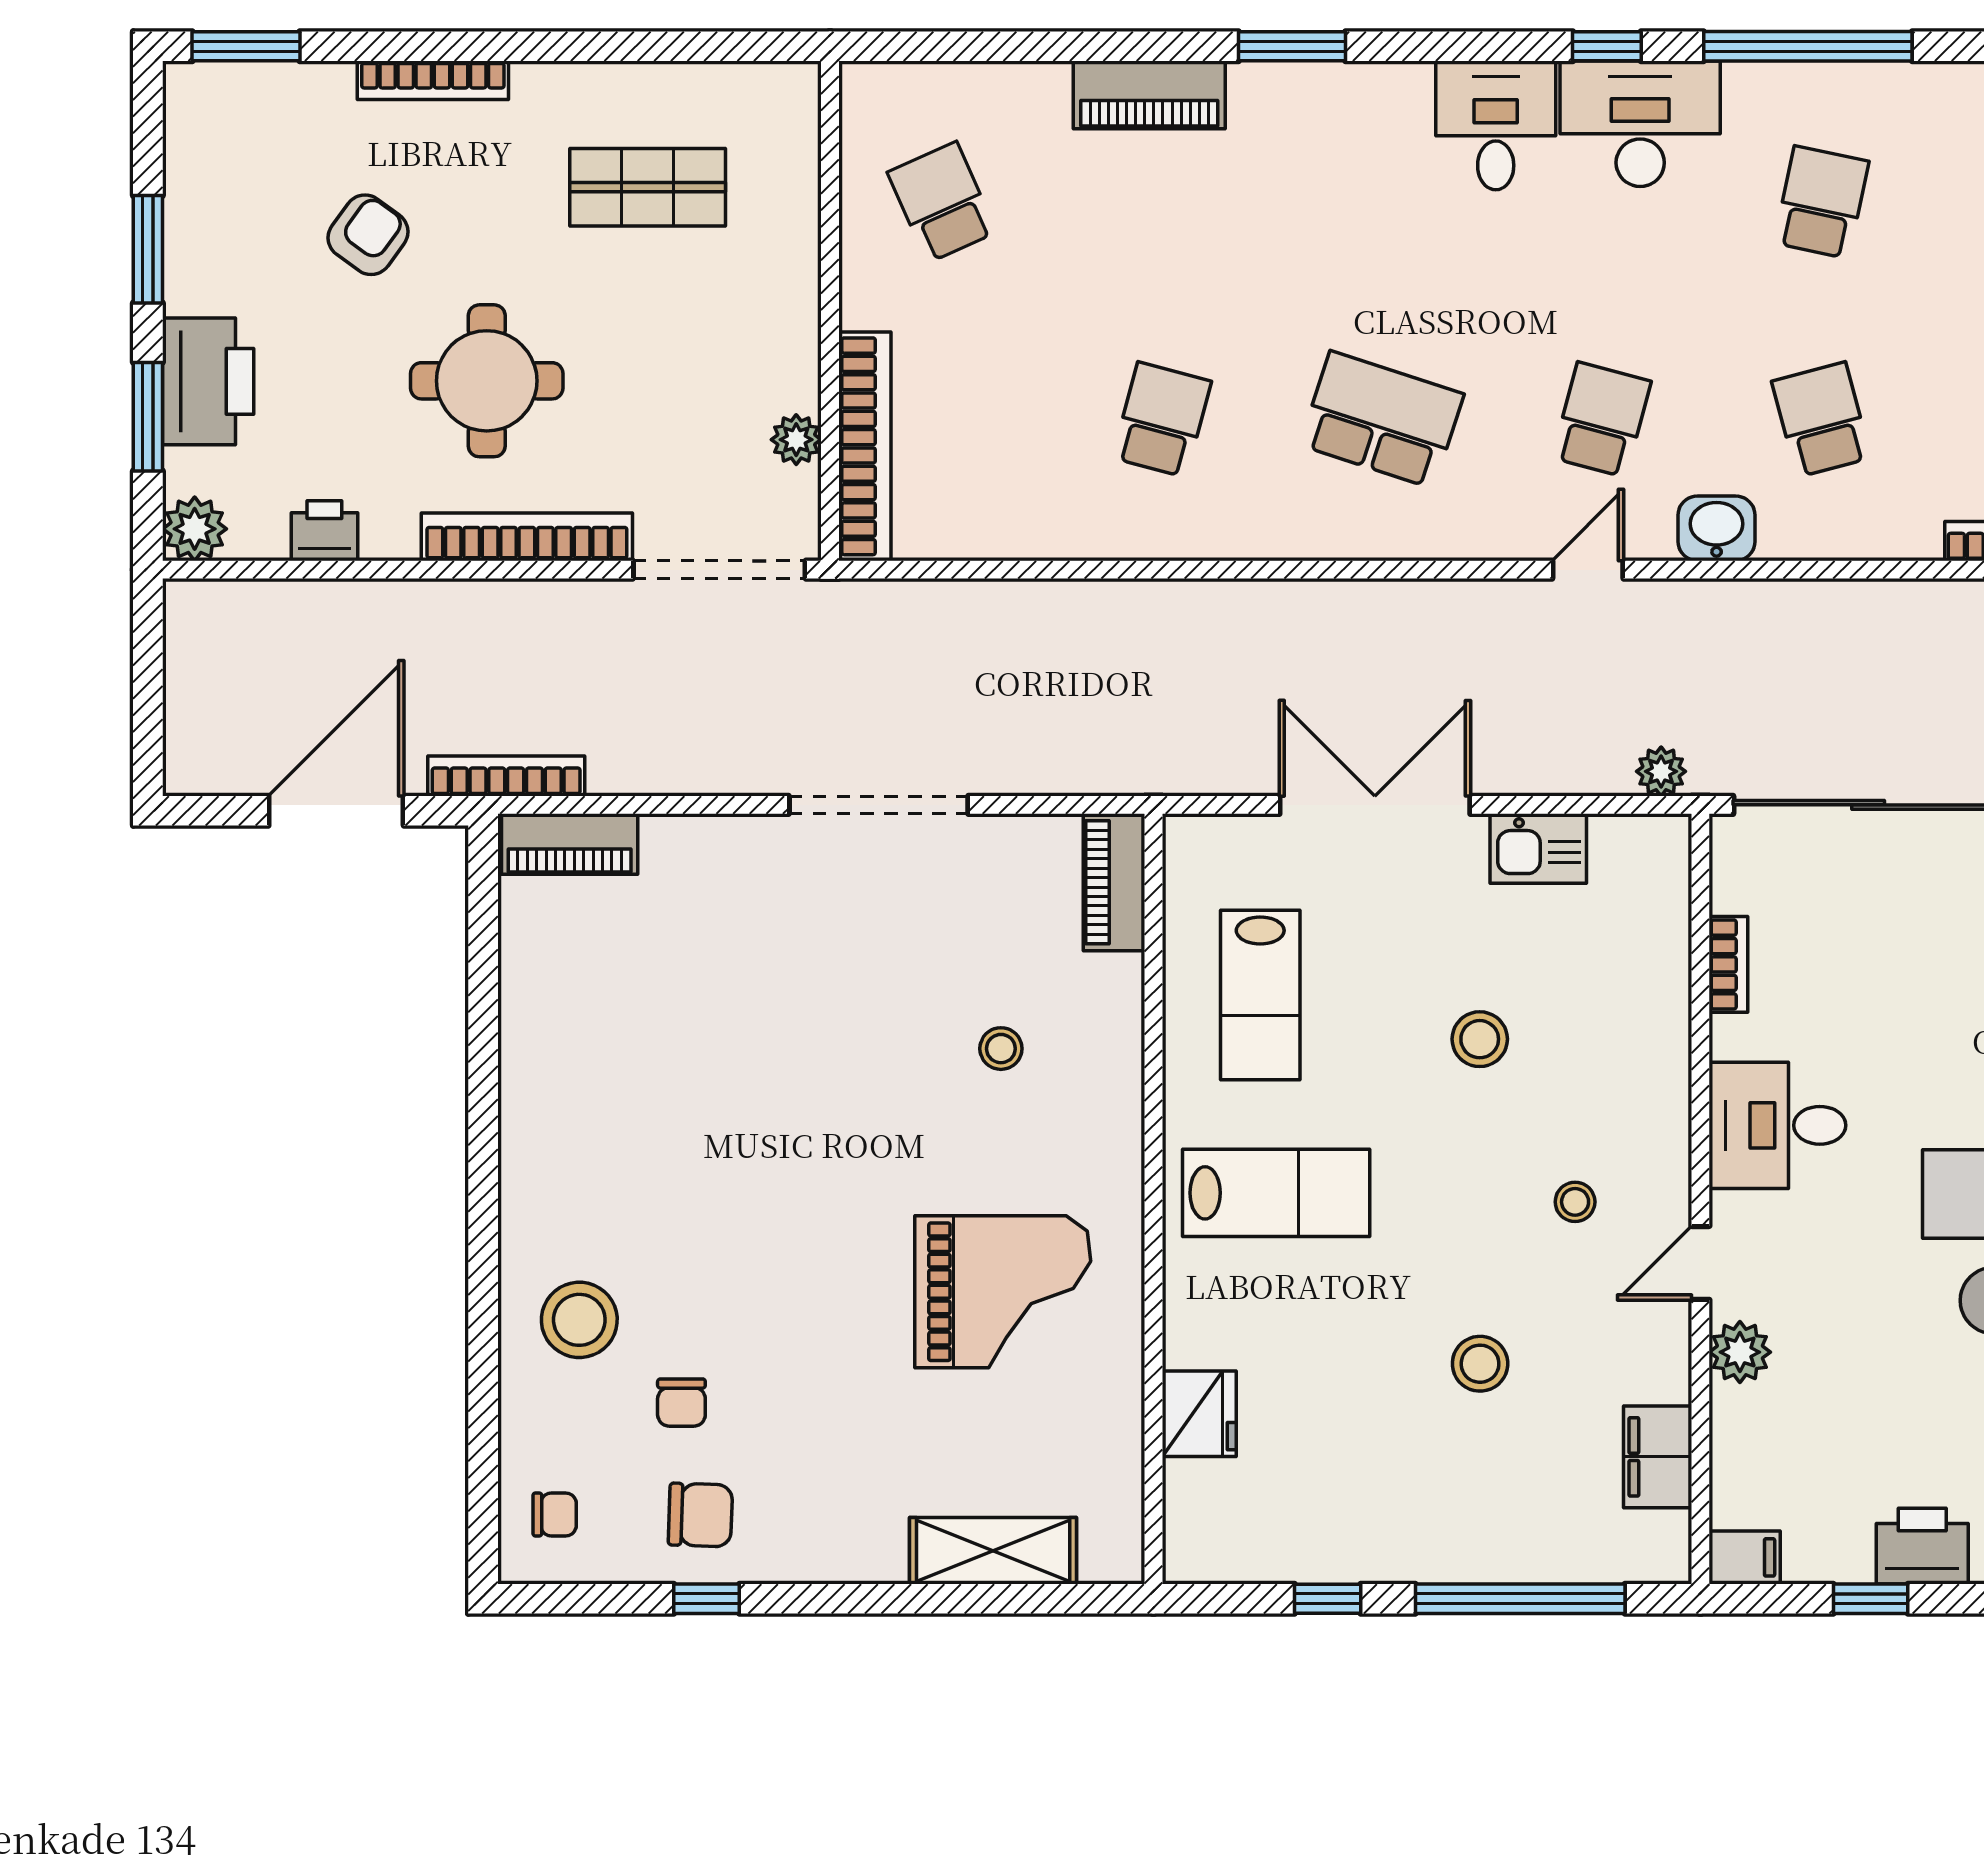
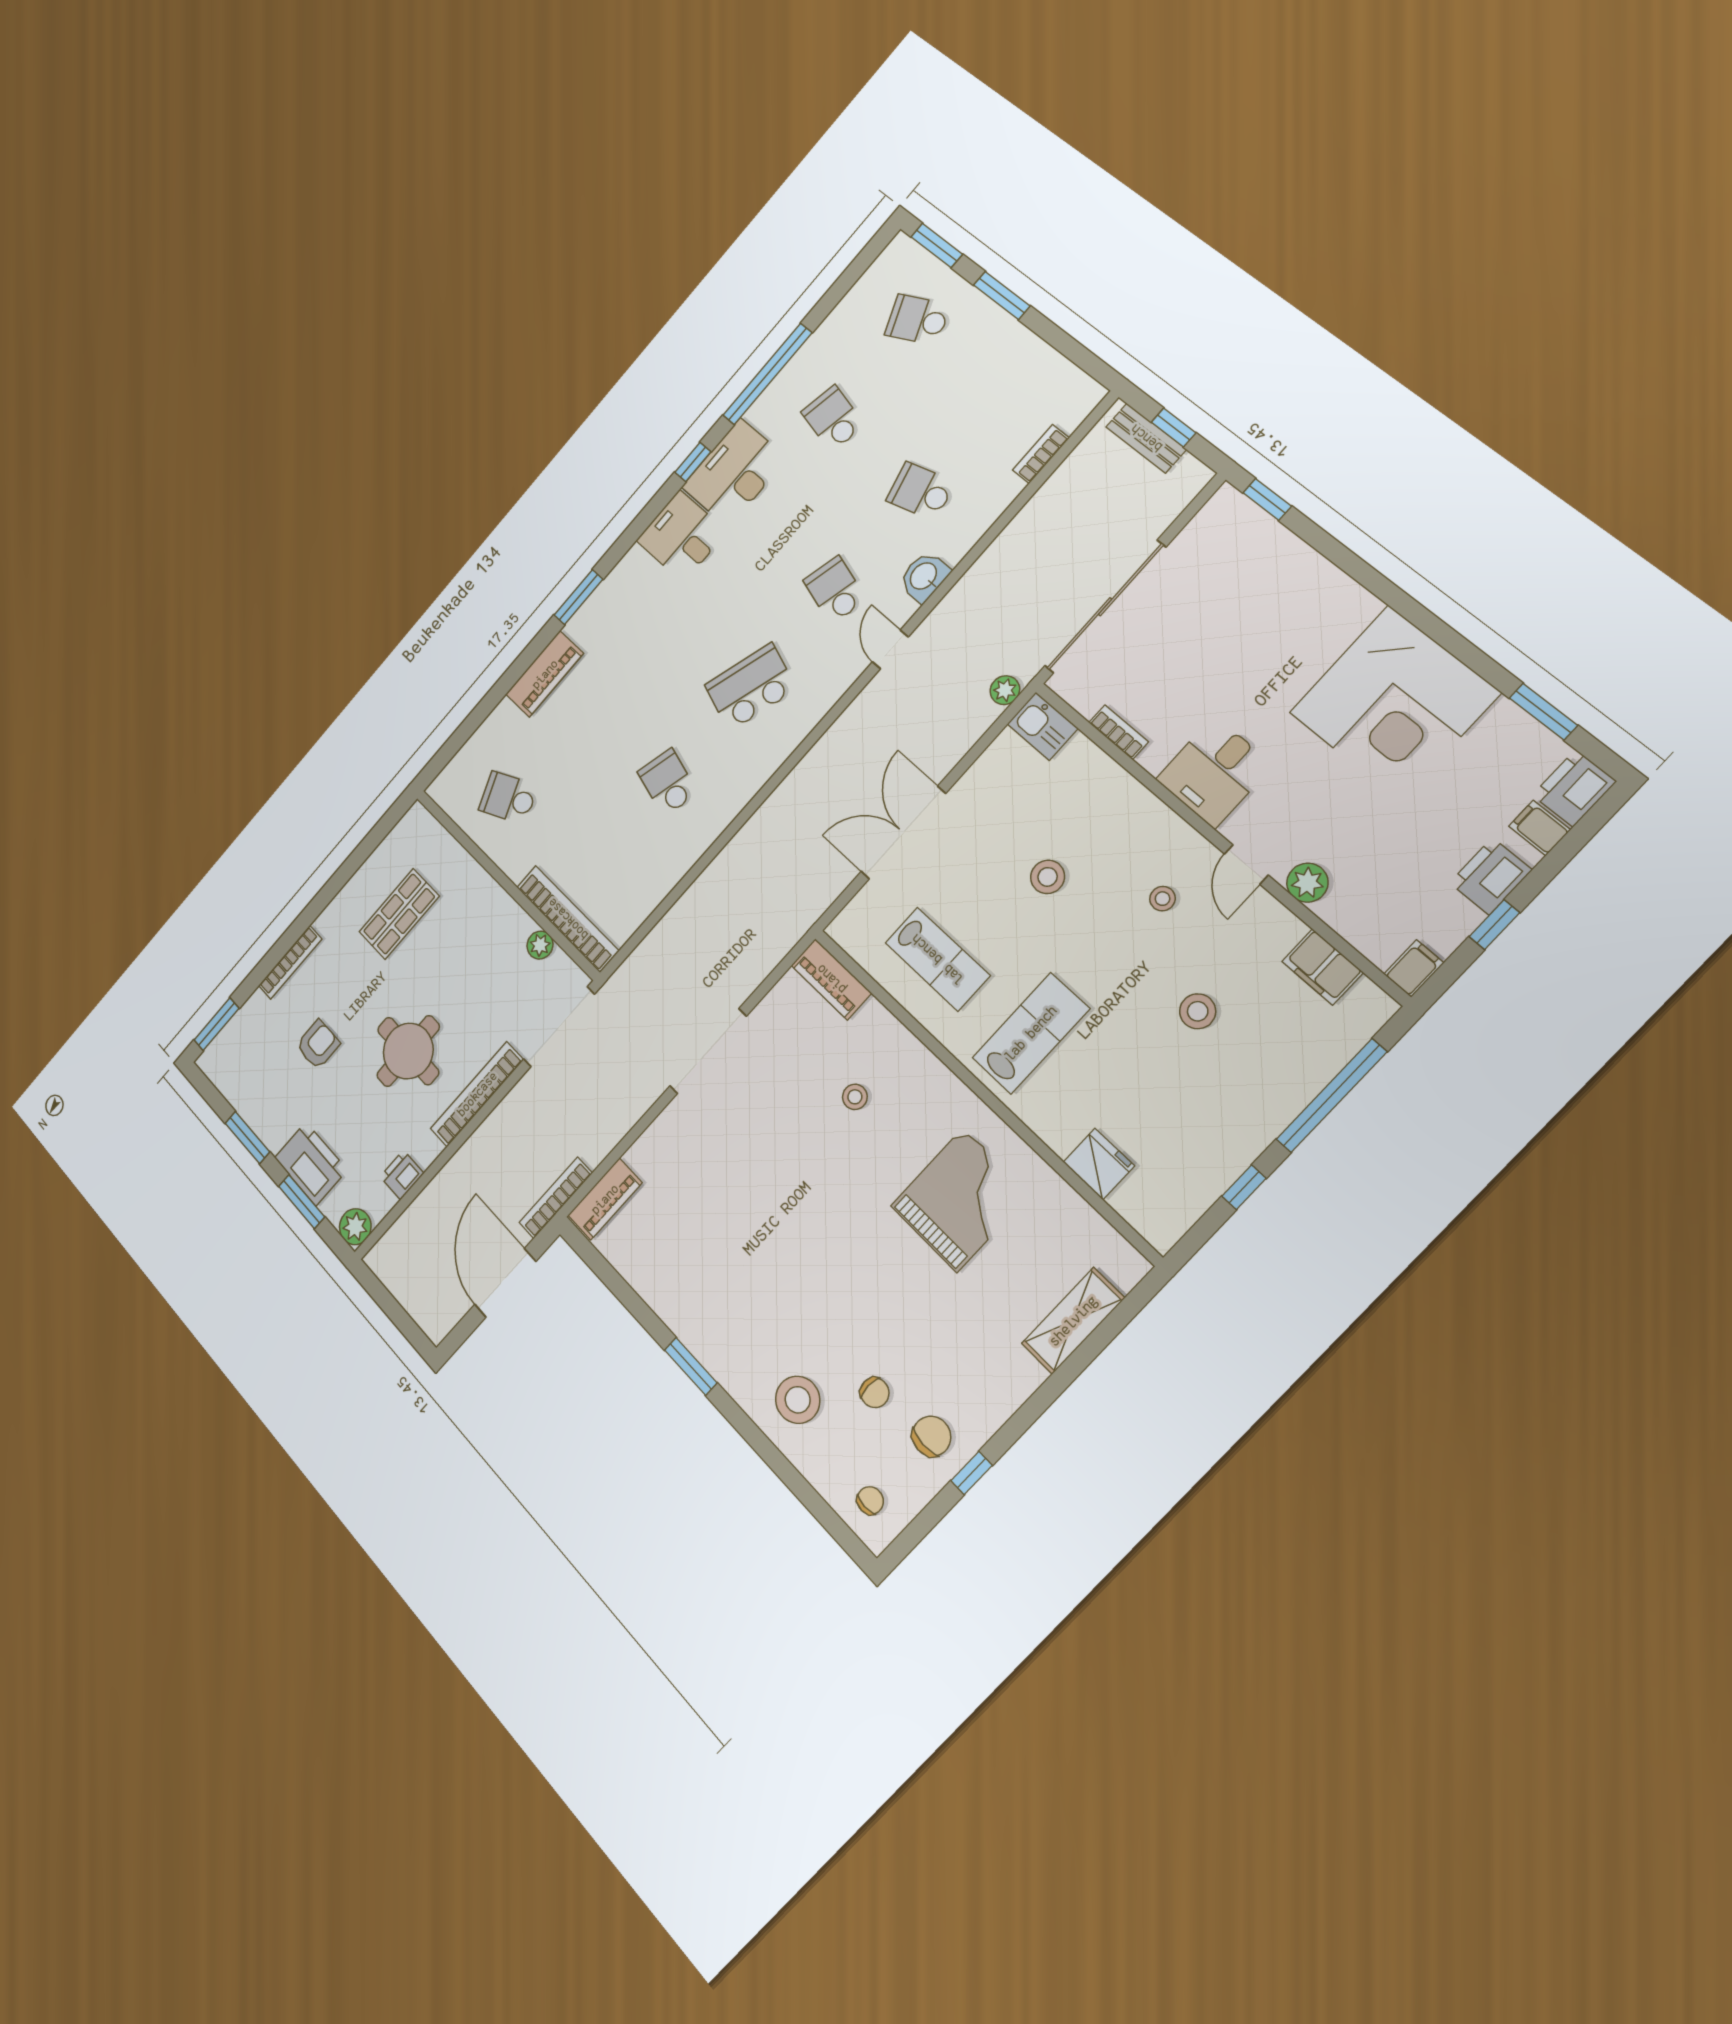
armchair: (368, 235) -> (318, 1044), turned 54
kitchen sink: (1538, 849) -> (1043, 726), moved, turned 90
window: (483, 1152) -> (691, 1366), added

